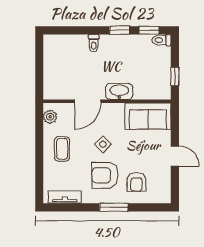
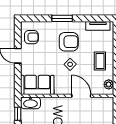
washbasin: (119, 91) -> (30, 103), moved
door: (88, 101) -> (81, 96), hinge flipped
armchair: (137, 182) -> (31, 37), moved, turned 90

